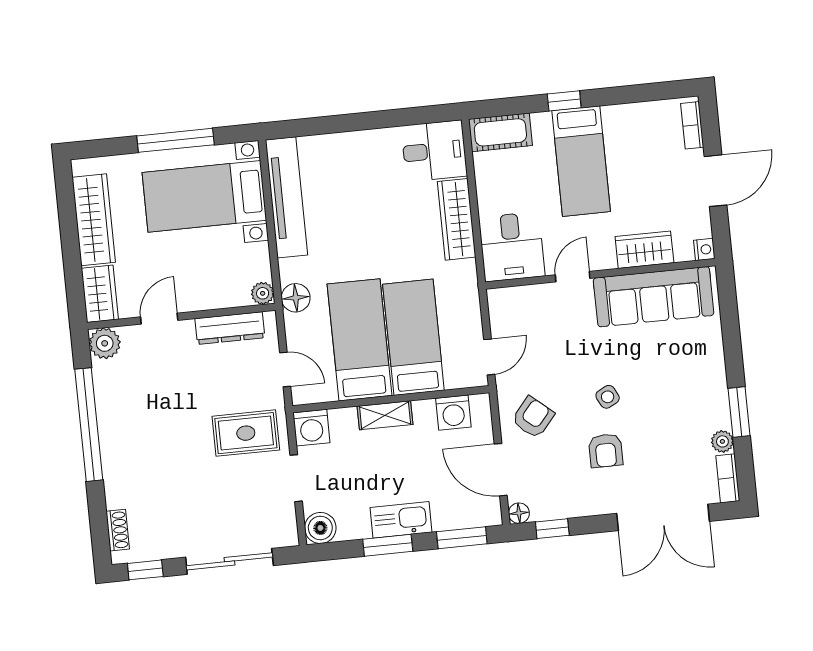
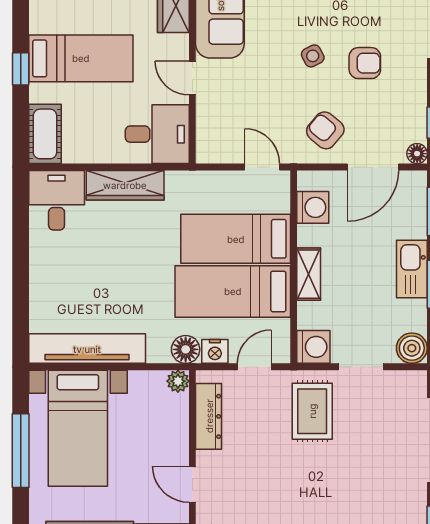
nightstand: (297, 328) -> (215, 351), added

